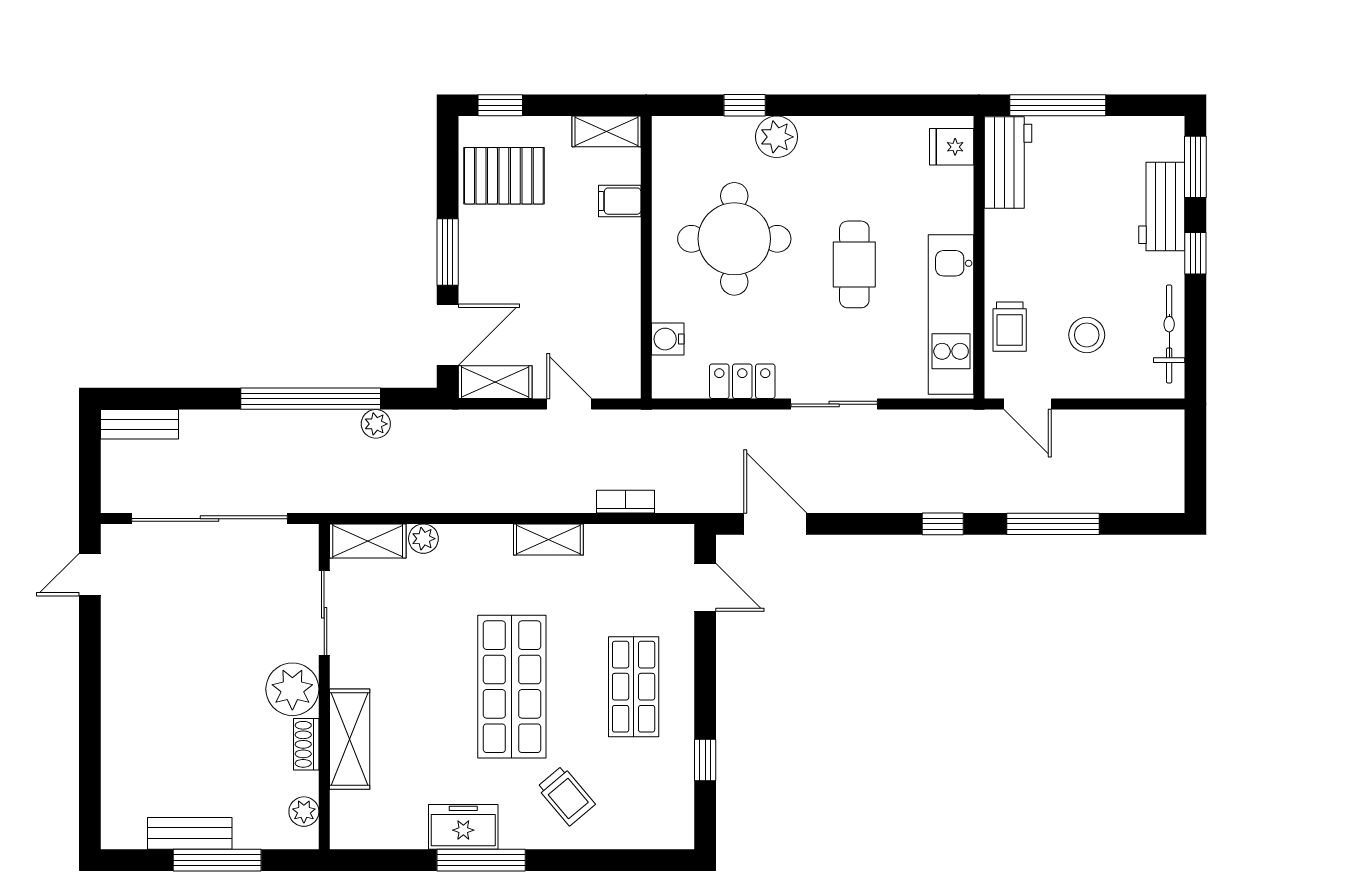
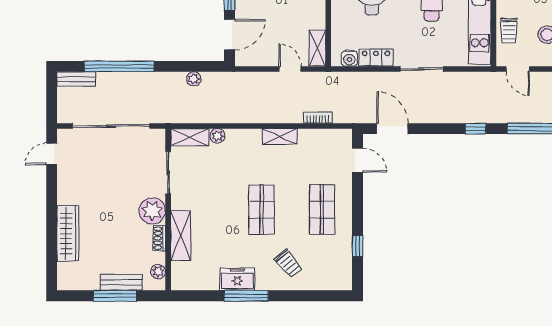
water cooler: (668, 339) -> (349, 58), moved, turned -90
shelving: (495, 382) -> (317, 48), moved, turned 90
window: (311, 399) -> (119, 66), moved
shop shelf: (512, 687) -> (261, 210), width x0.70, depth x0.74
wardrobe: (122, 735) -> (68, 233), added
bench: (190, 833) -> (121, 282), moved

